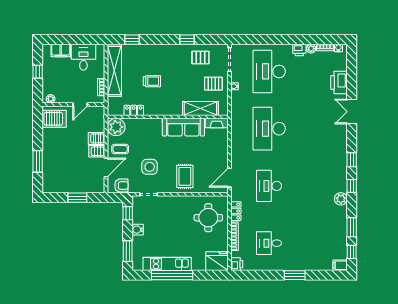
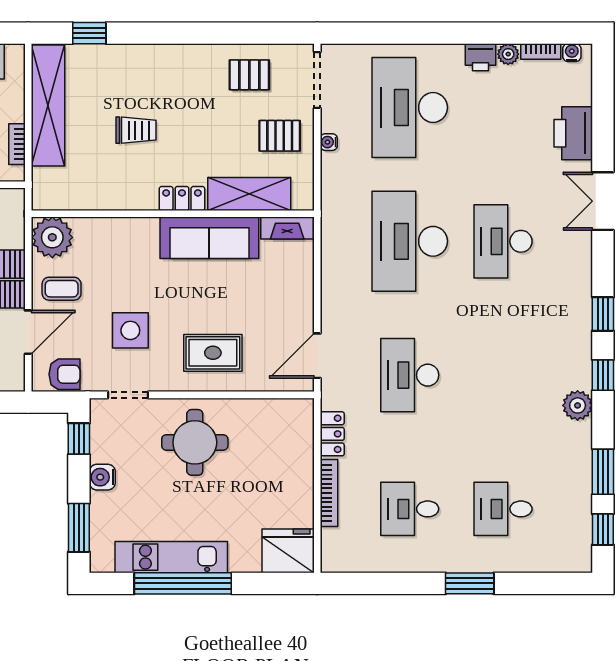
window: (187, 40) -> (218, 33), removed
locker: (134, 110) -> (182, 198), moved
desk: (309, 129) -> (503, 241), added
rug: (185, 176) -> (213, 353), turned 90
round table: (208, 218) -> (195, 442), moved
desk: (309, 243) -> (503, 509), added
printer: (237, 264) -> (334, 558), removed
filing cabinet: (340, 265) -> (576, 561), removed

